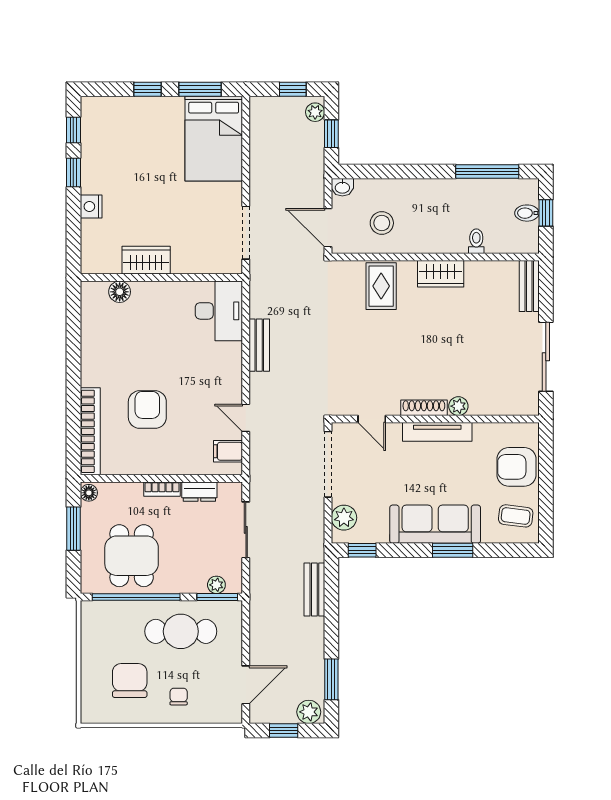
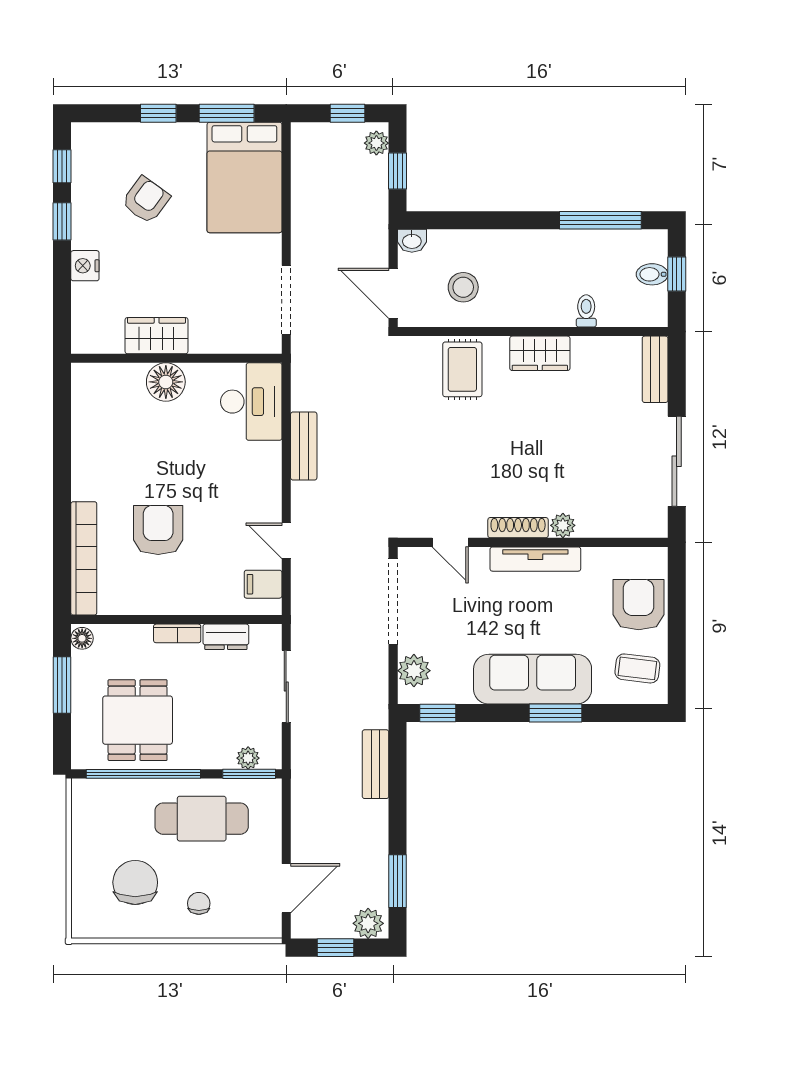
armchair: (138, 156) -> (146, 200), added
floor lamp: (120, 292) -> (166, 382), moved, width x1.38, depth x1.38
armchair: (517, 467) -> (639, 605), turned 90

